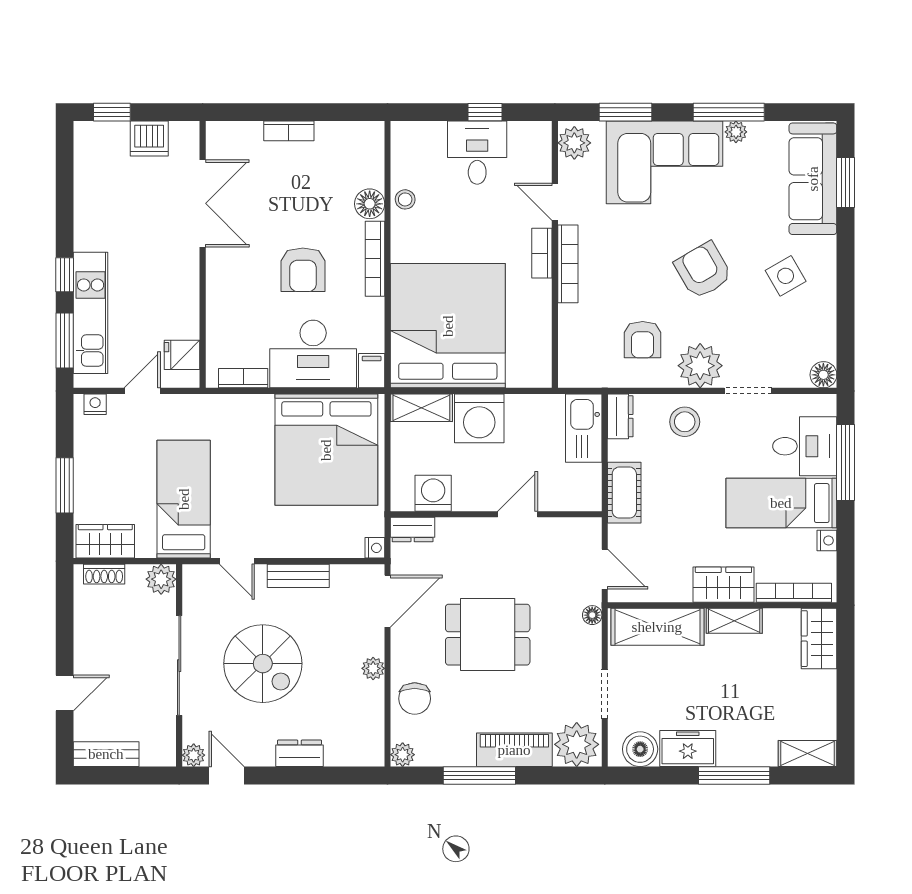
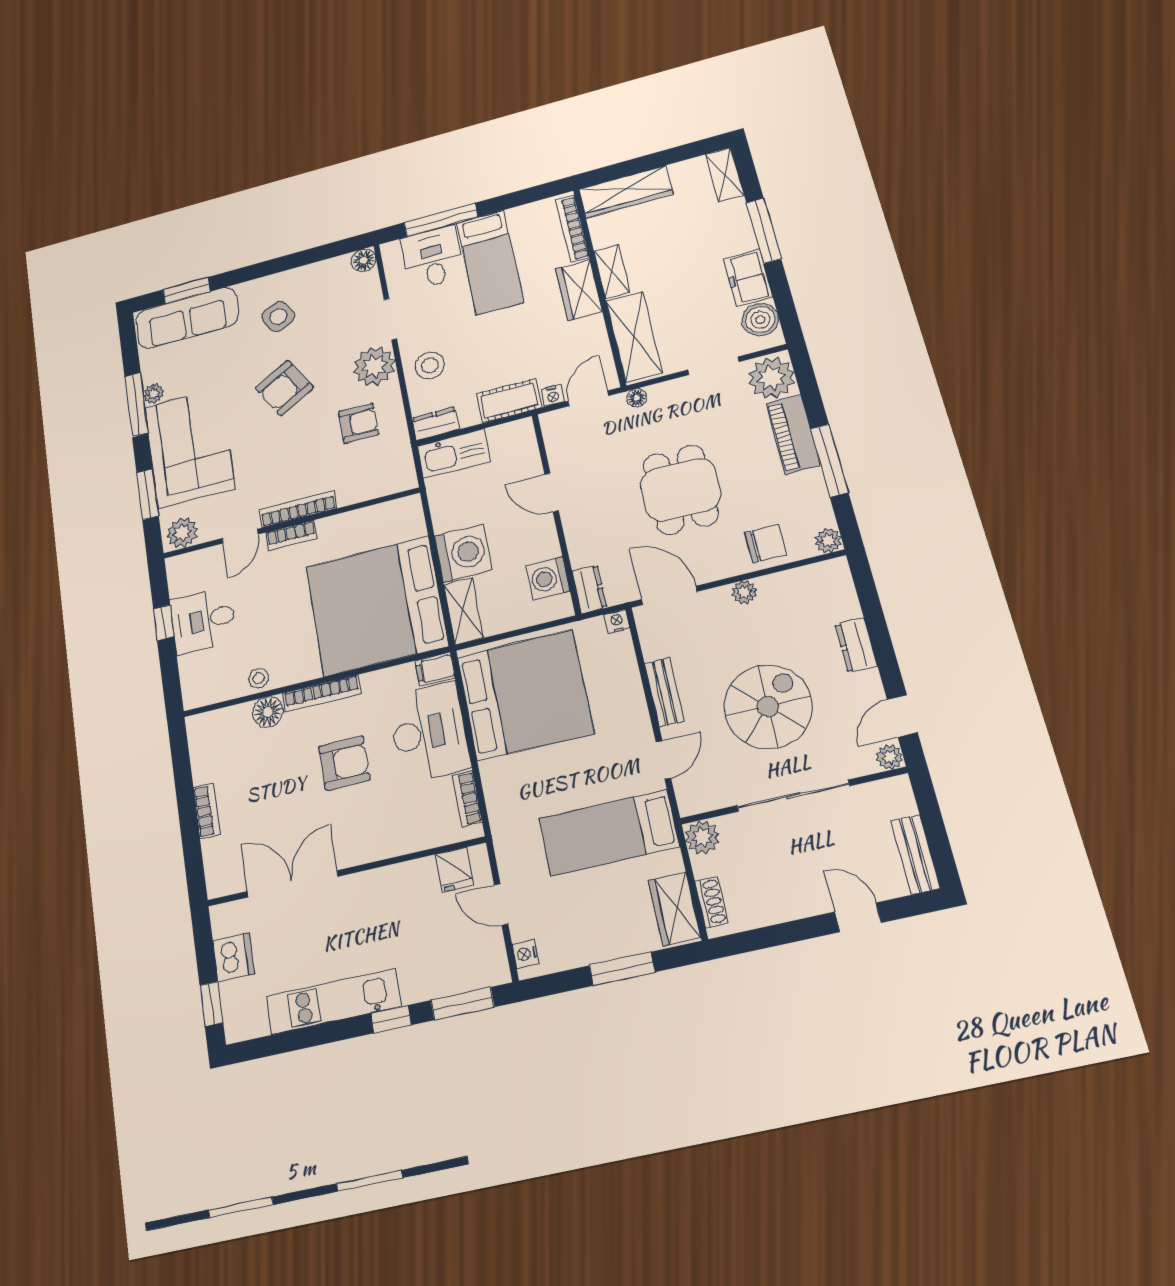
kitchen unit: (91, 313) -> (334, 1001), moved
nightstand: (827, 541) -> (553, 396), moved, turned 180
wardrobe: (819, 639) -> (626, 192), width x1.50

